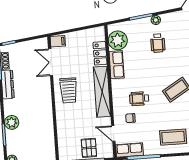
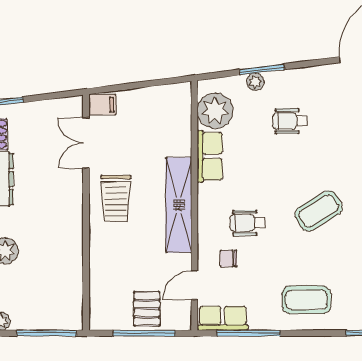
plant: (156, 20) -> (255, 82), moved
wheelchair: (158, 43) -> (290, 121), turned 90
locker: (100, 53) -> (180, 133), removed
door: (113, 134) -> (194, 285), hinge flipped

